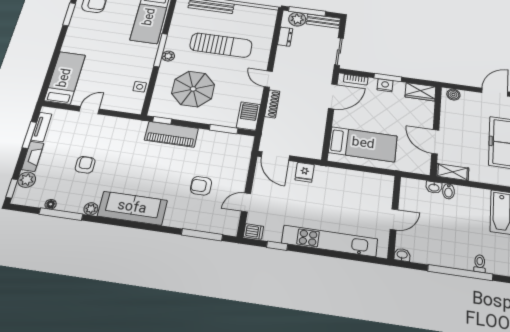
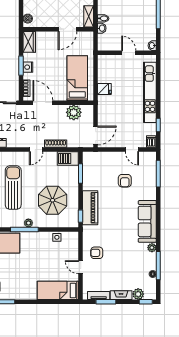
plant: (313, 133) -> (74, 112), added
armchair: (85, 165) -> (97, 253), moved
fridge: (305, 172) -> (104, 89), moved

